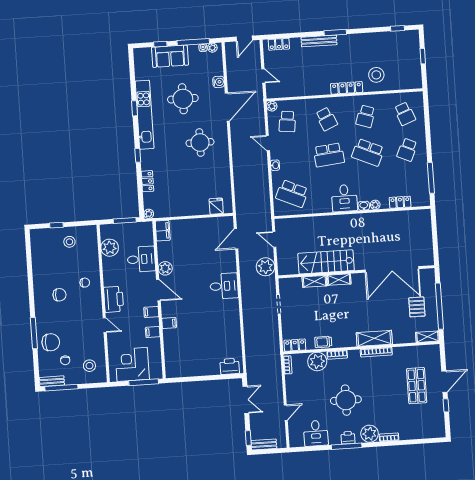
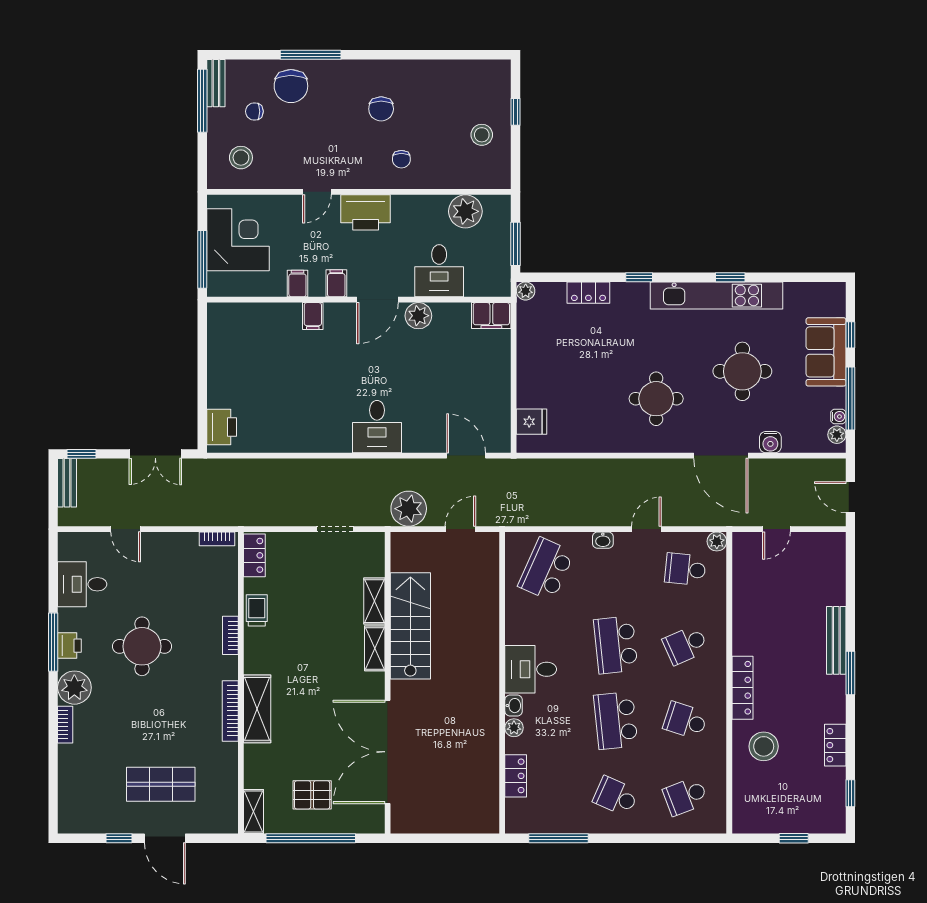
locker: (279, 44) -> (835, 745), moved
school desk: (368, 152) -> (616, 721), turned -30
plant: (317, 362) -> (220, 596), removed

